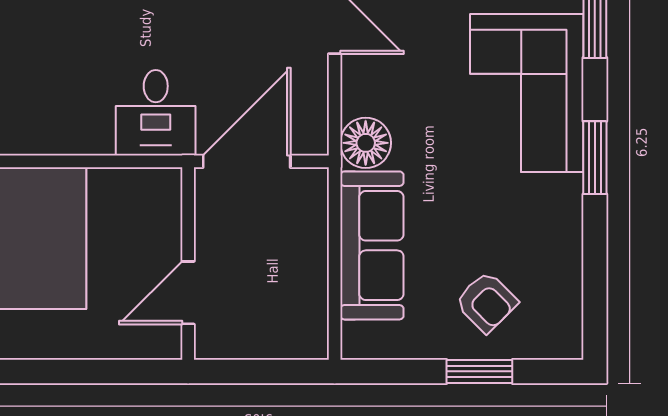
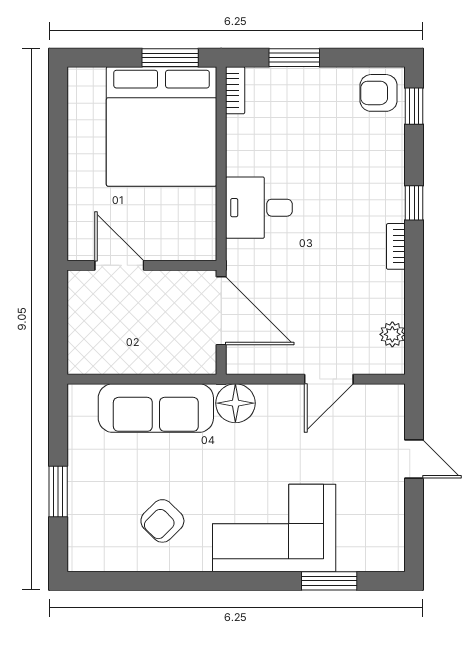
desk: (156, 113) -> (259, 208), moved
window: (595, 158) -> (224, 581), removed
armchair: (486, 302) -> (162, 521), moved

